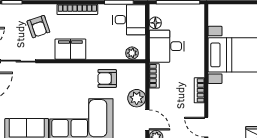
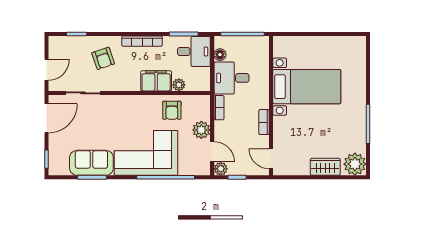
filing cabinet: (70, 49) -> (156, 81), moved
plant: (132, 53) -> (179, 85), moved
armchair: (107, 78) -> (172, 110), turned -90

